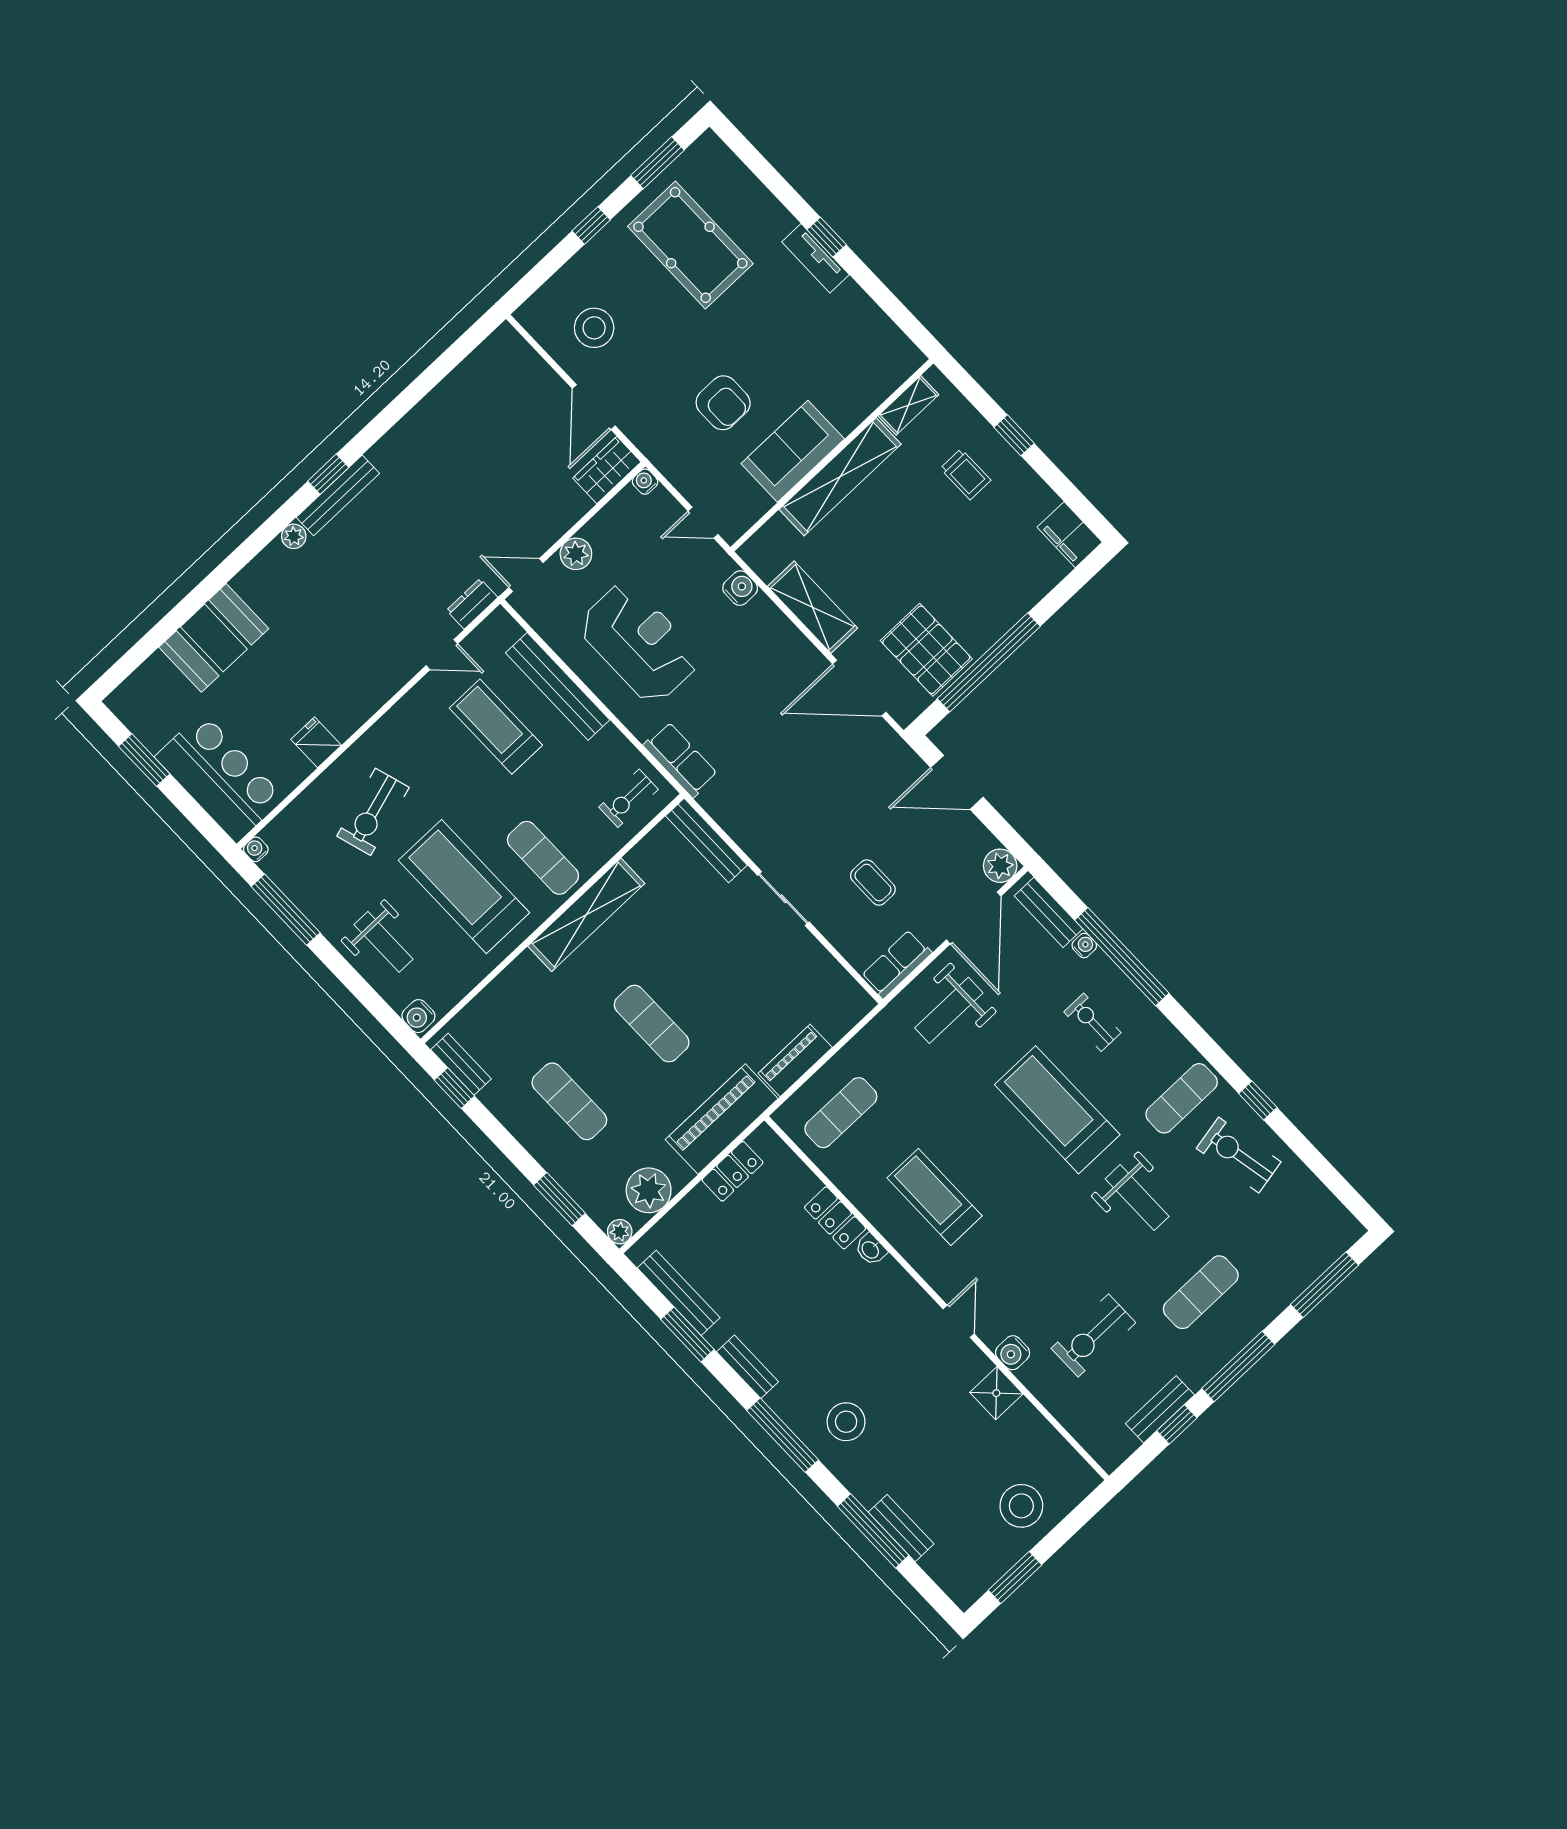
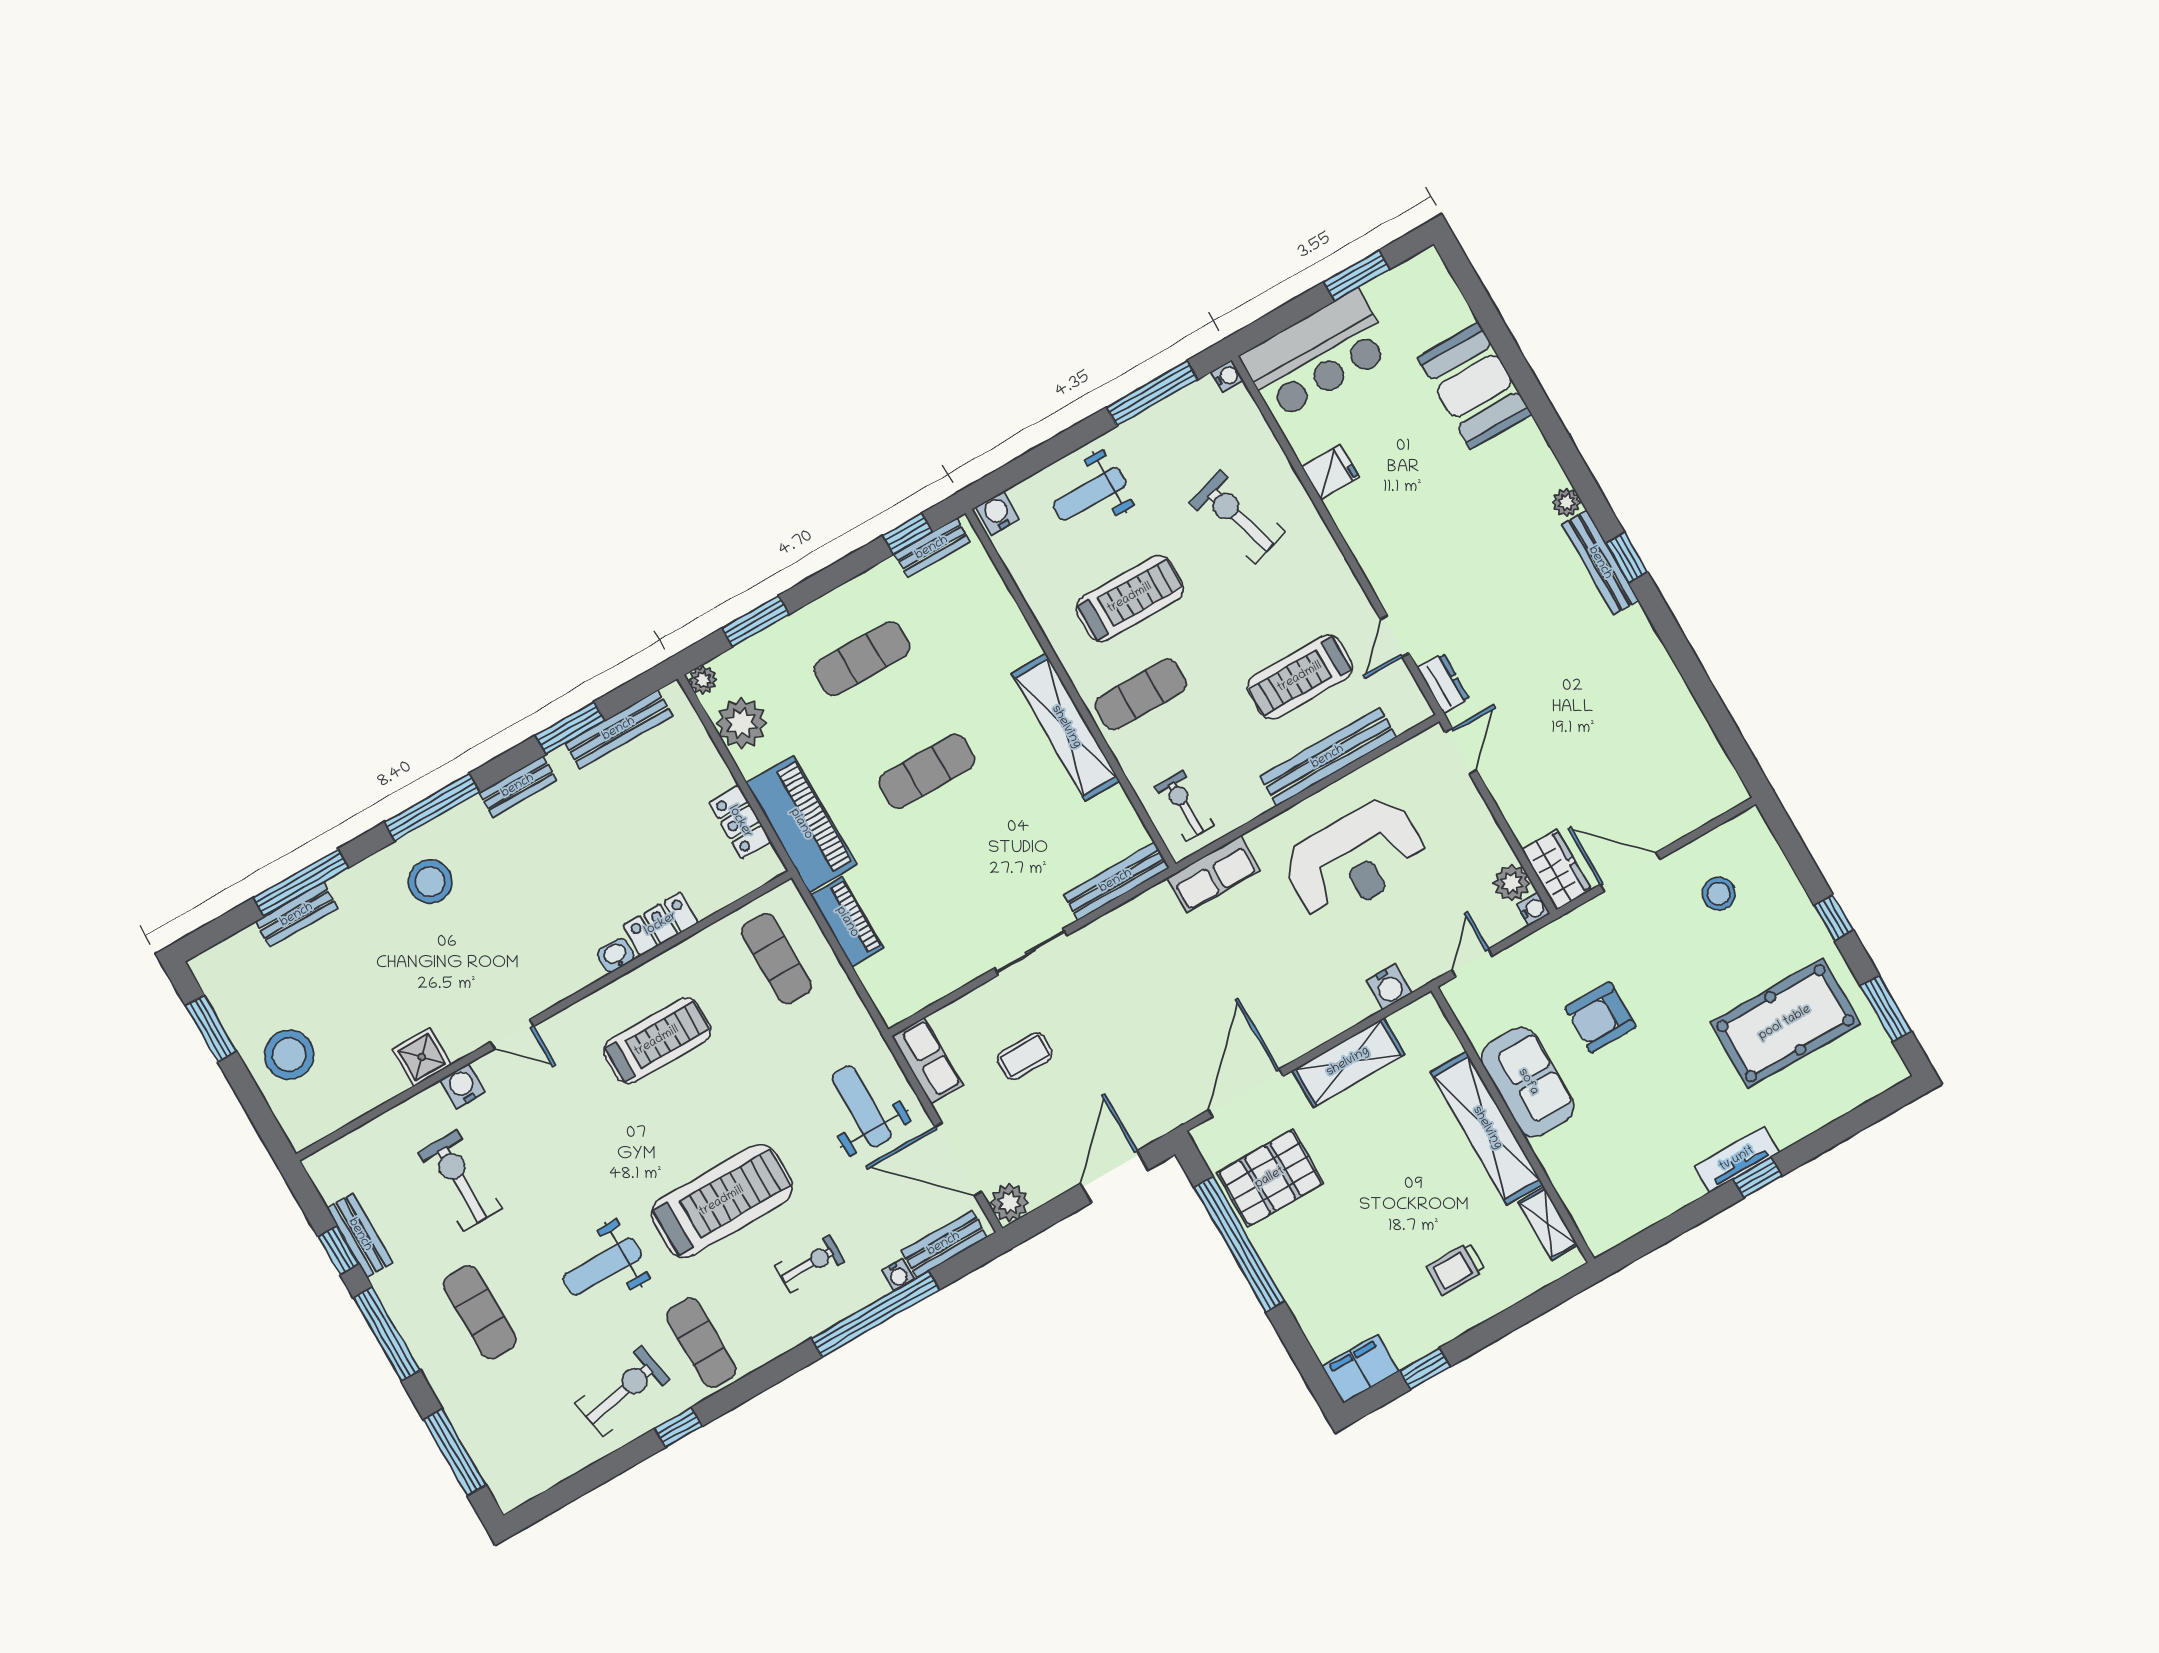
stool: (594, 328) -> (1719, 894), width x0.73, depth x0.73
window: (1014, 435) -> (1425, 1369), moved
plant: (576, 554) -> (1512, 883), moved
treadmill: (496, 727) -> (1300, 677), turned 180
treadmill: (464, 887) -> (1130, 598), width x0.73, depth x0.73

